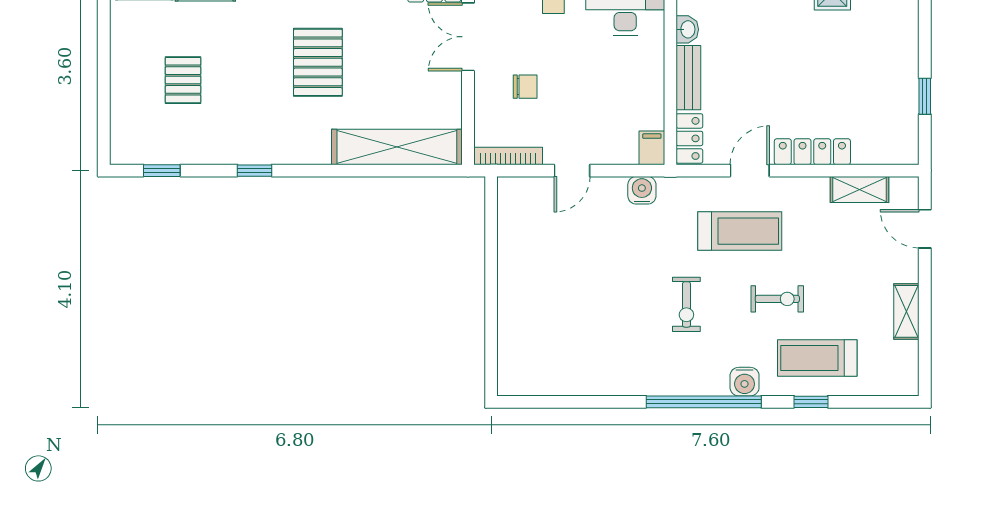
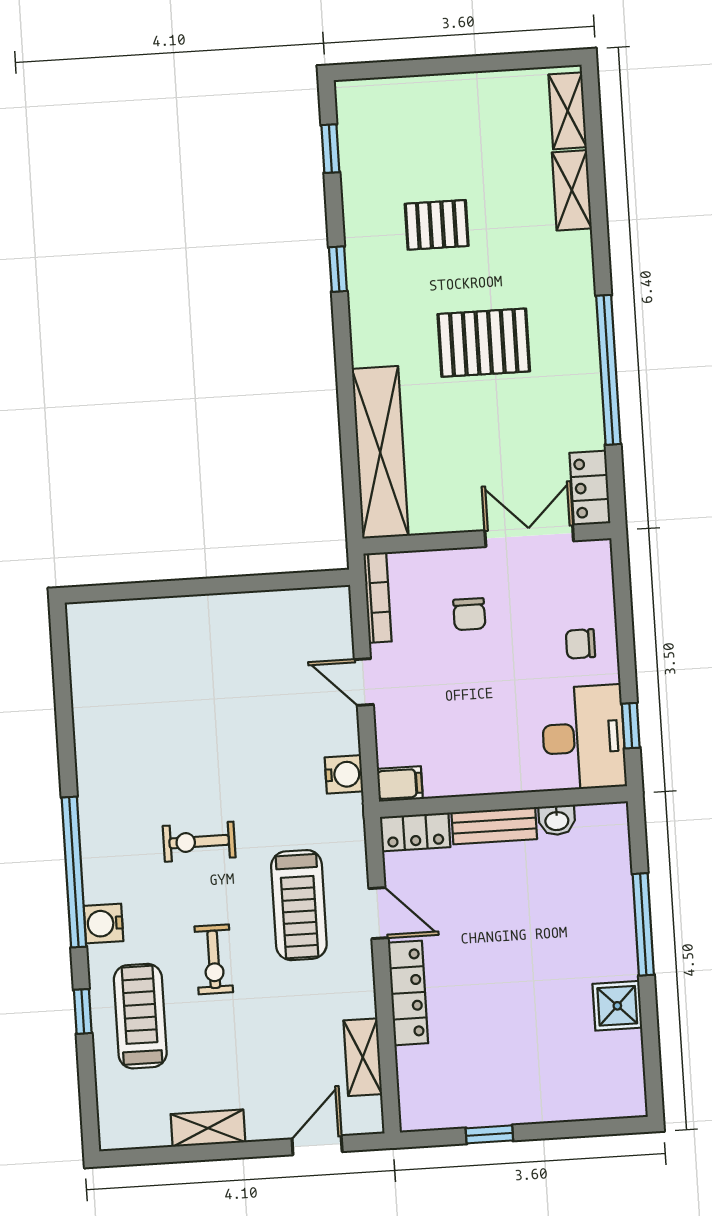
pallet: (183, 80) -> (437, 225), moved

